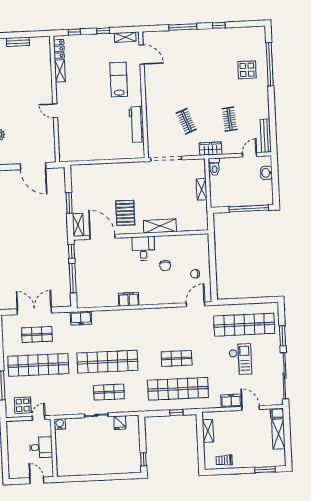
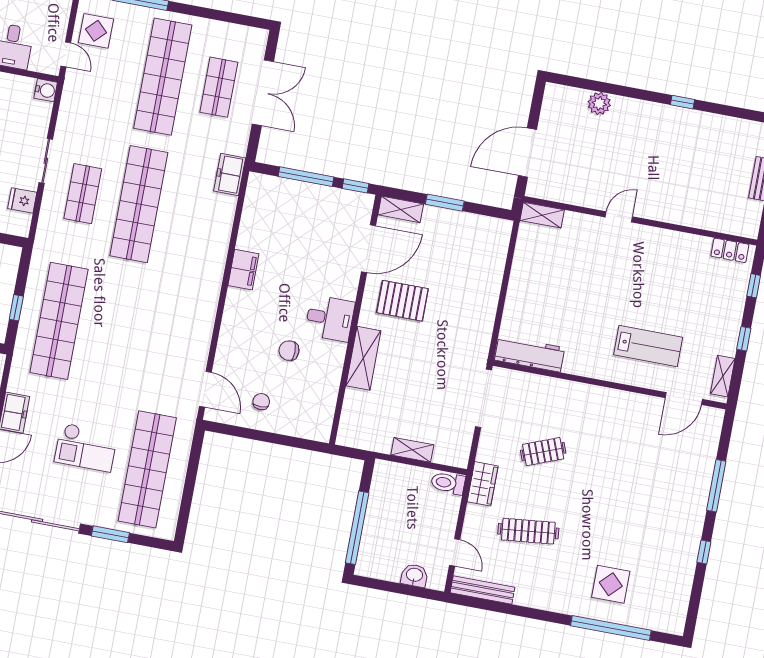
shelving: (60, 71) -> (542, 215), moved
clothes rail: (230, 119) -> (528, 531), width x1.36
workbench: (137, 124) -> (530, 354), moved
shop shelf: (177, 358) -> (115, 331), removed

